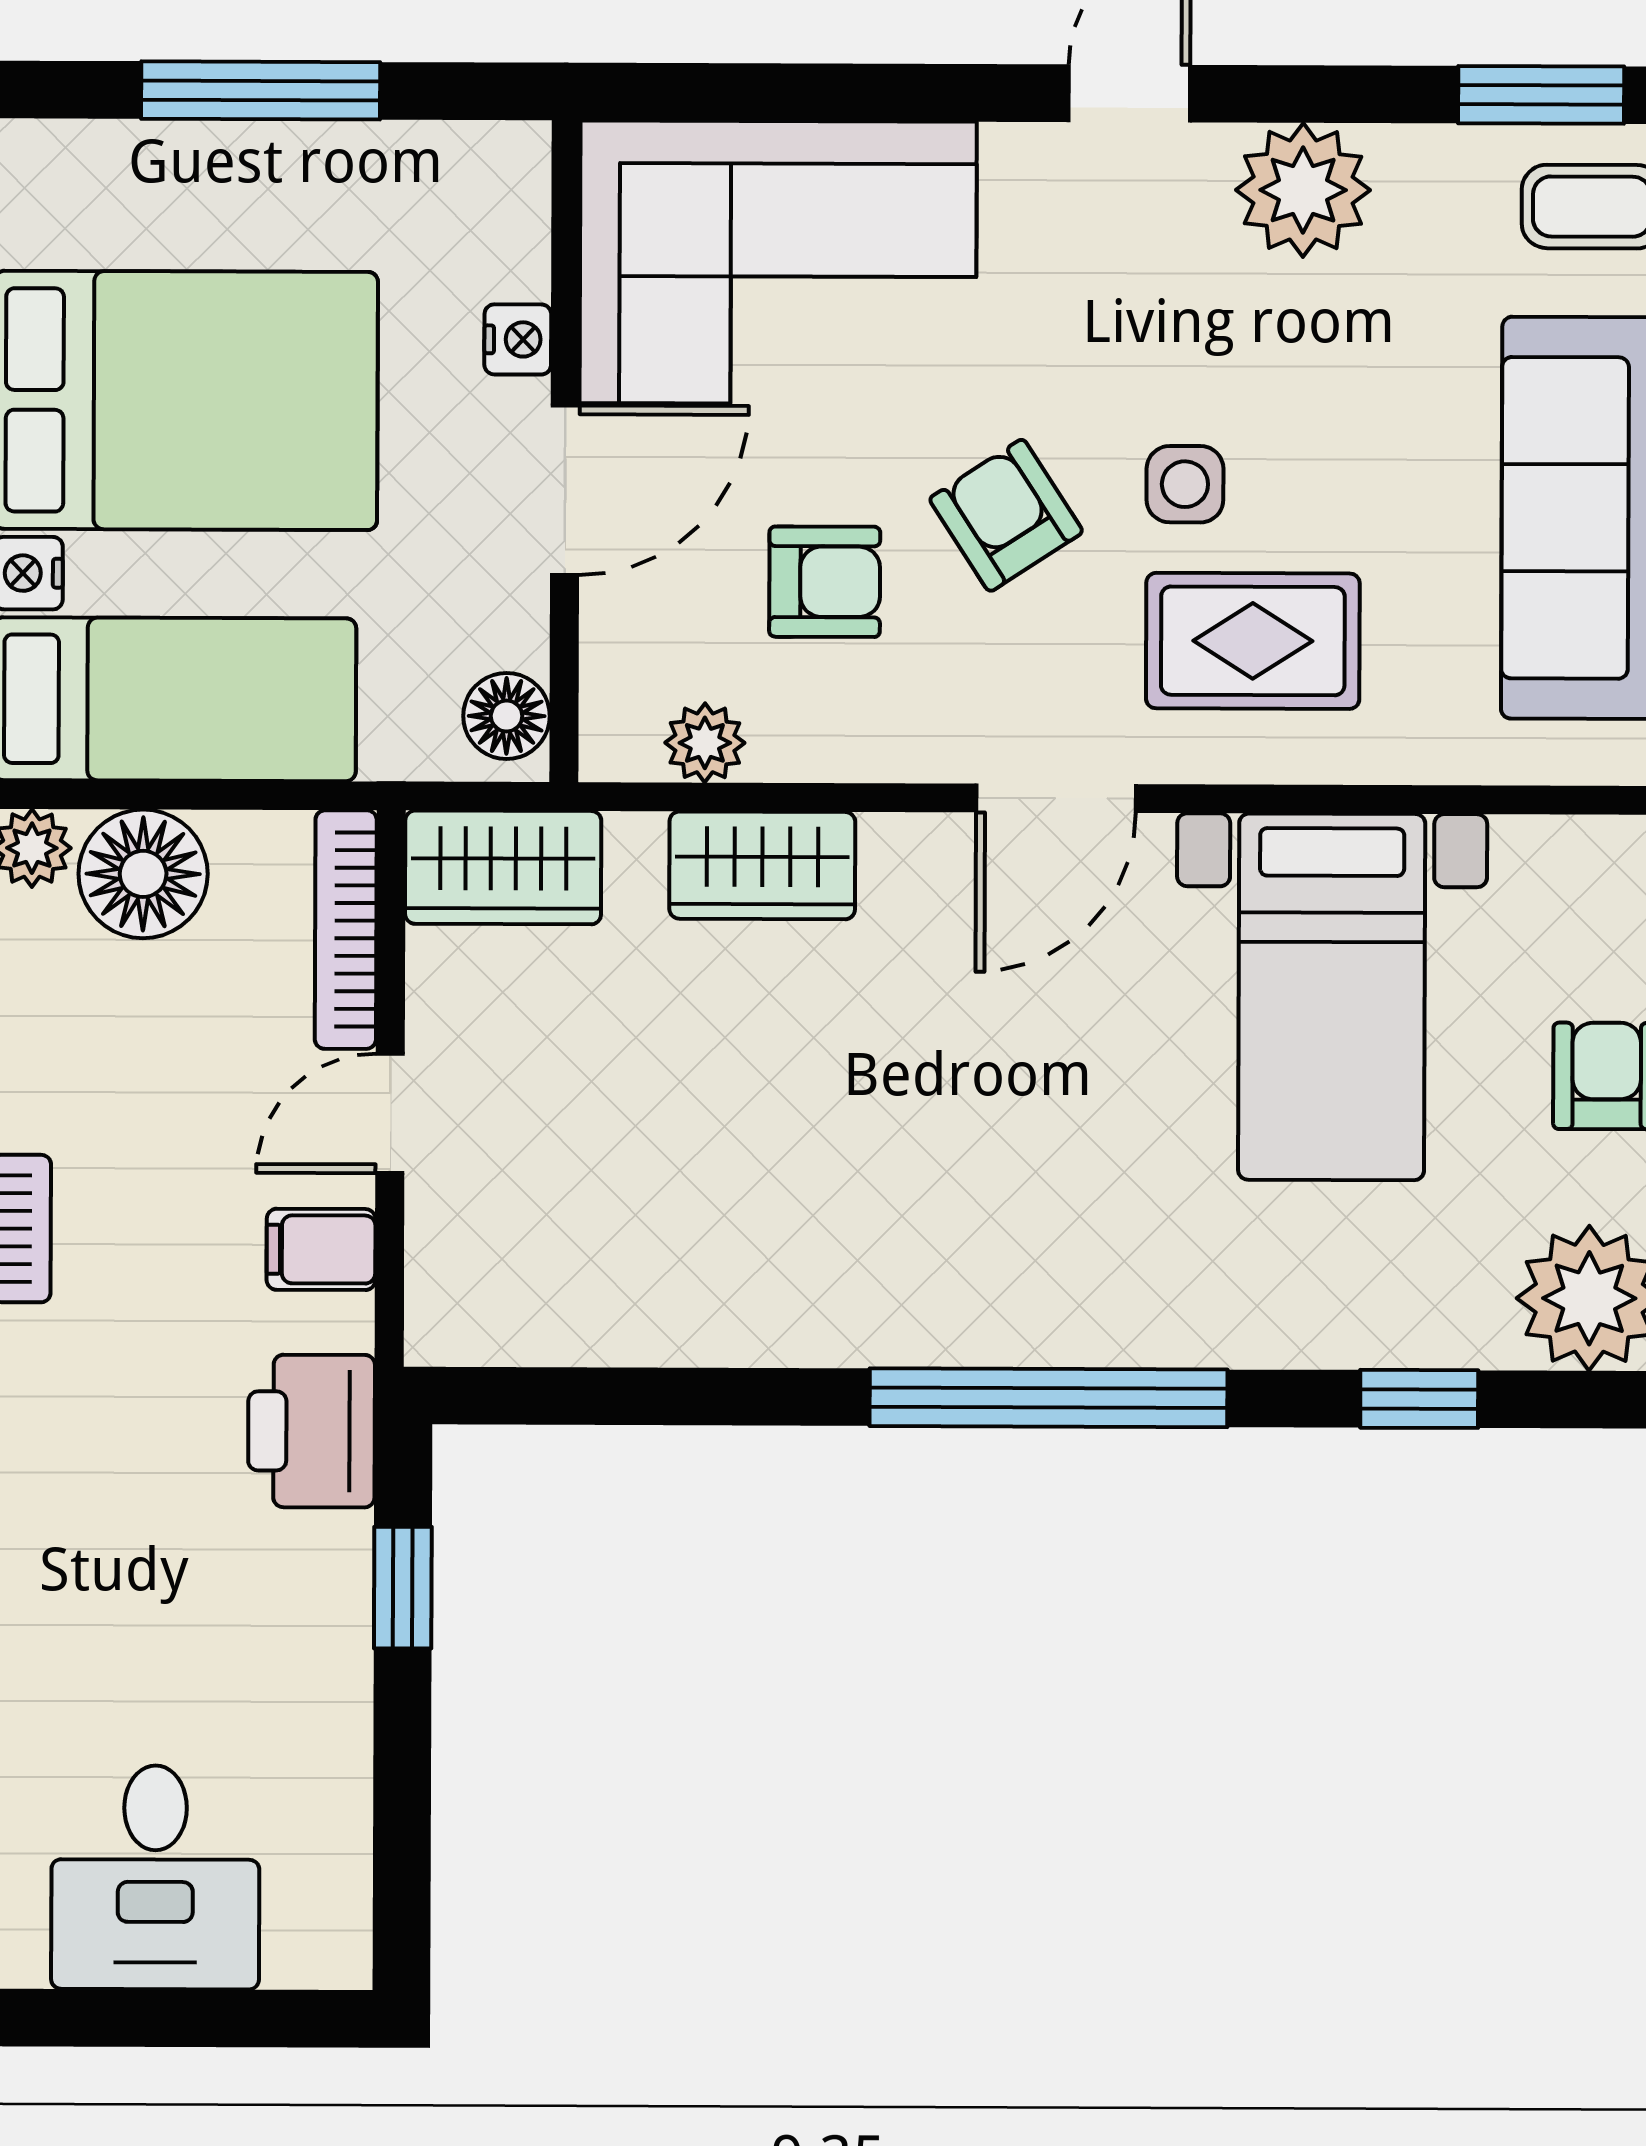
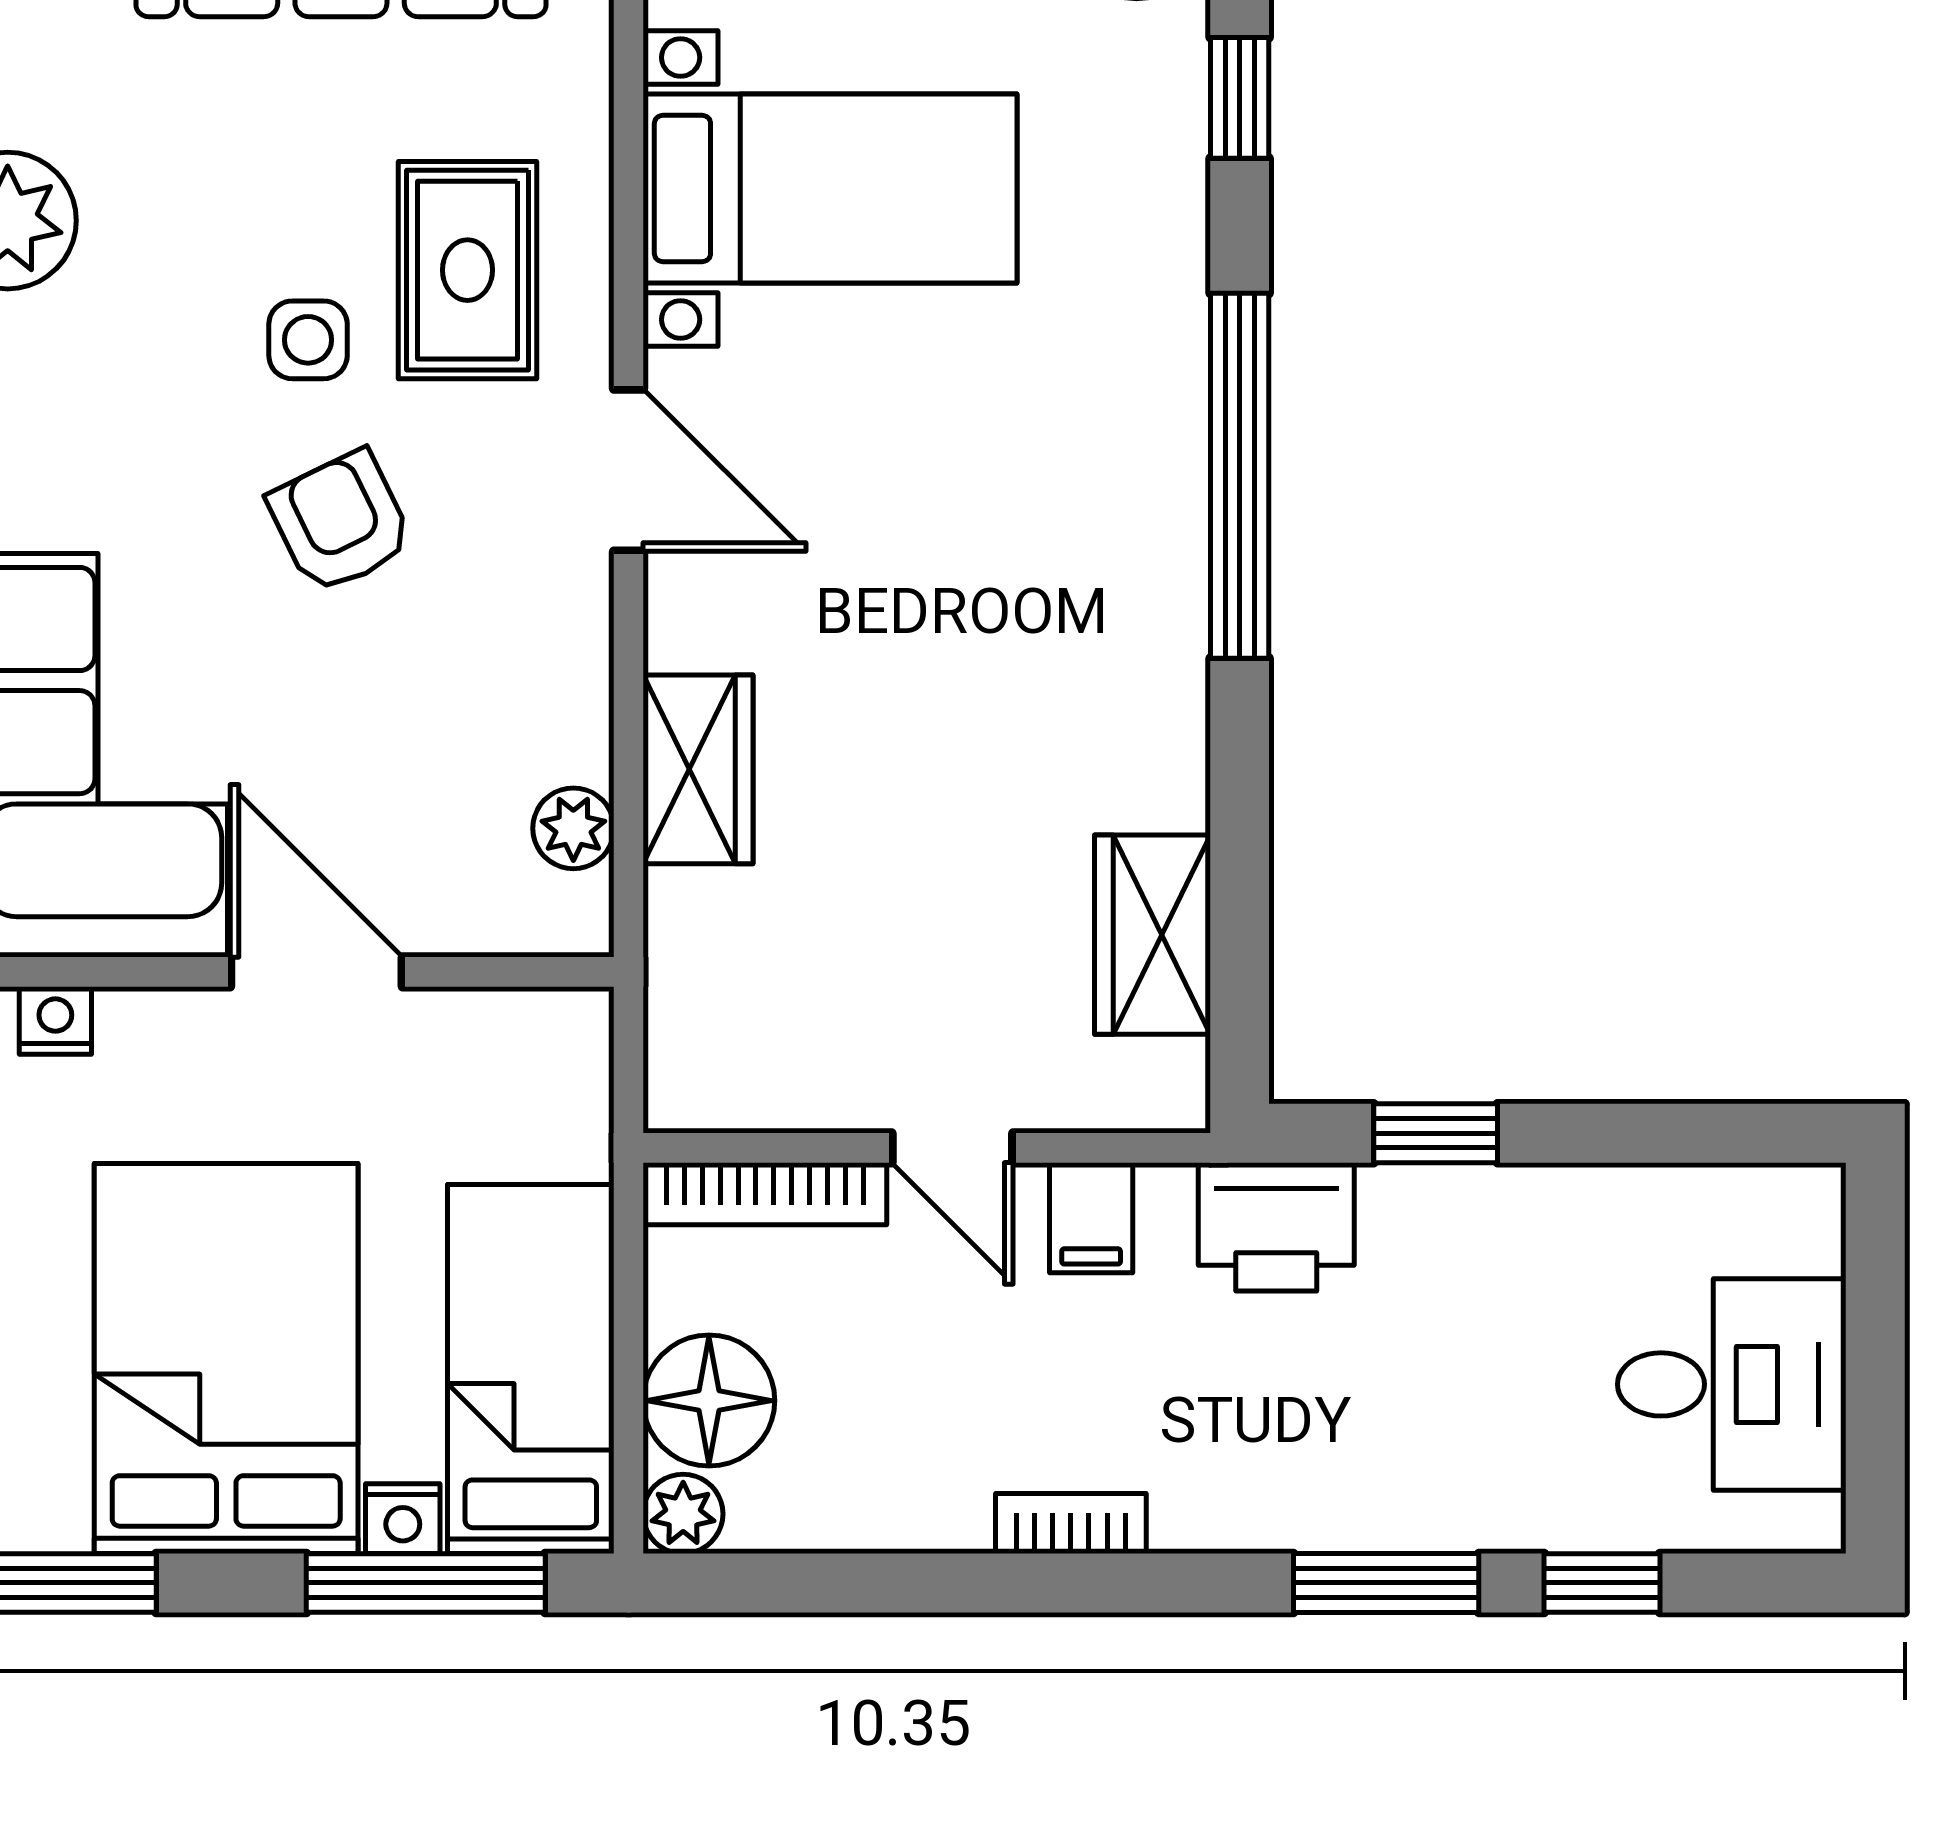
nightstand: (518, 339) -> (55, 1020), moved
armchair: (1006, 515) -> (340, 522), turned 97
armchair: (825, 582) -> (409, 707), removed
floor lamp: (507, 716) -> (547, 1031), removed
wardrobe: (503, 867) -> (1152, 935), moved, turned 180

